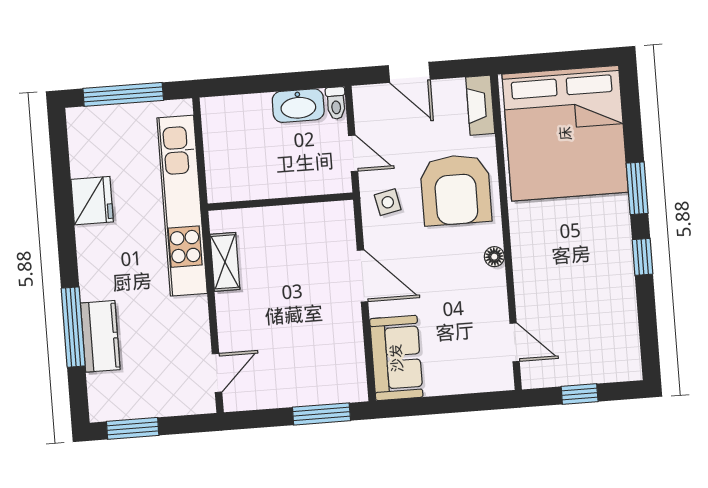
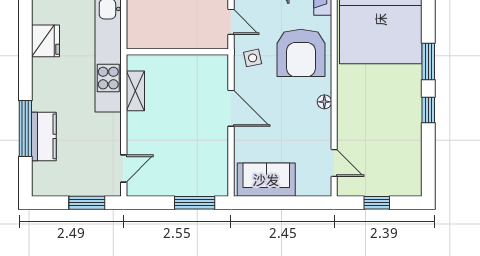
sofa: (396, 358) -> (266, 180), moved, turned -90
window: (133, 428) -> (87, 203), moved

